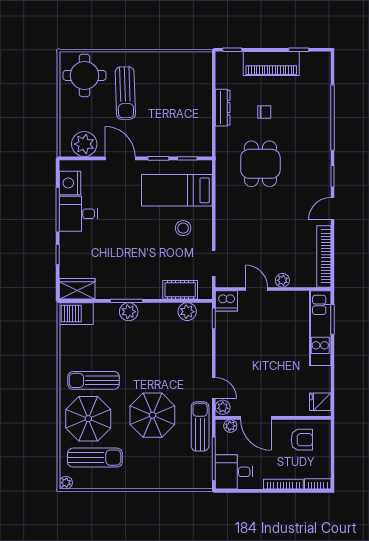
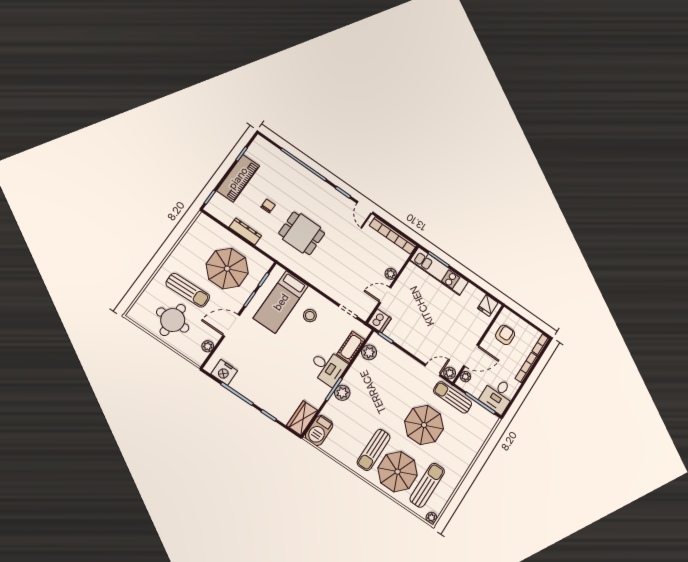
round table: (85, 75) -> (173, 320), moved
parasol: (173, 116) -> (227, 269), added
plant: (84, 144) -> (208, 346), width x0.53, depth x0.53
desk: (78, 214) -> (328, 367), moved, turned -90

